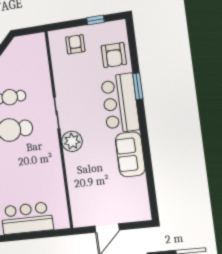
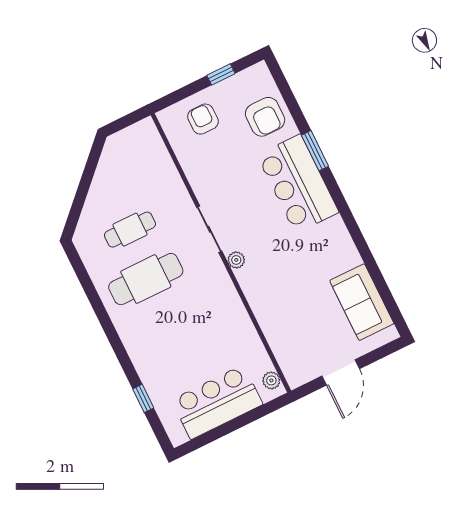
plant: (72, 141) -> (236, 260), width x0.53, depth x0.53
sofa: (130, 154) -> (362, 302), moved
plant: (63, 217) -> (271, 380), added

